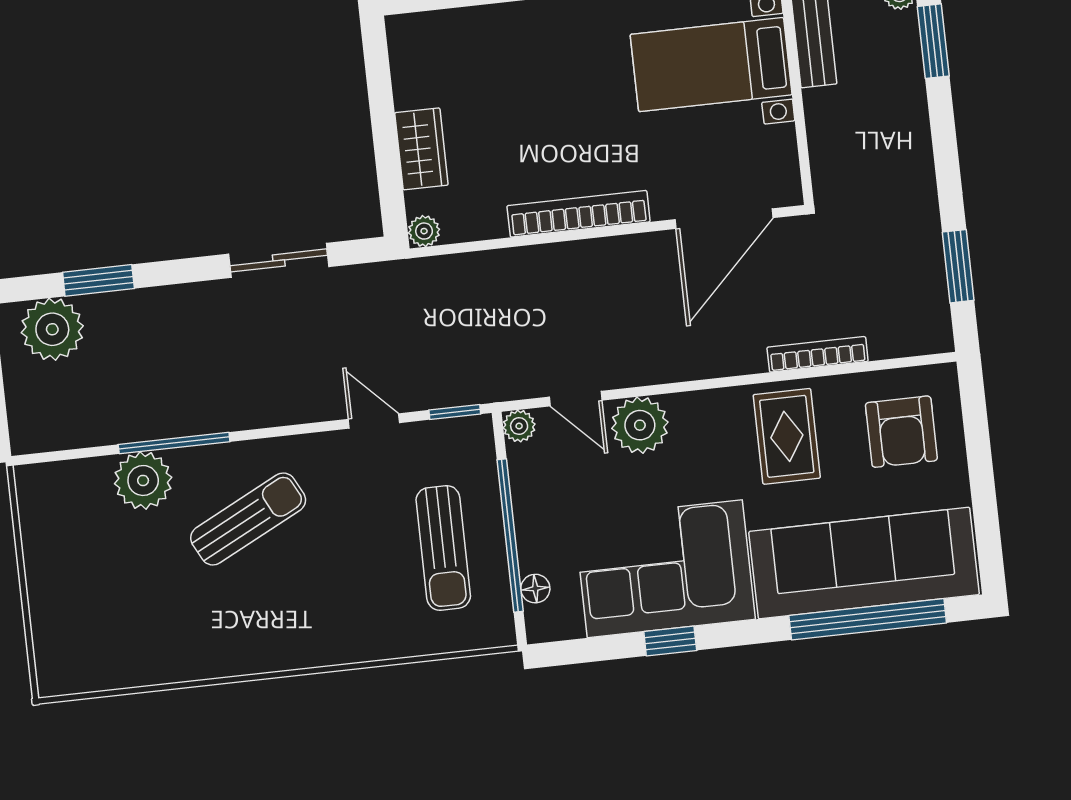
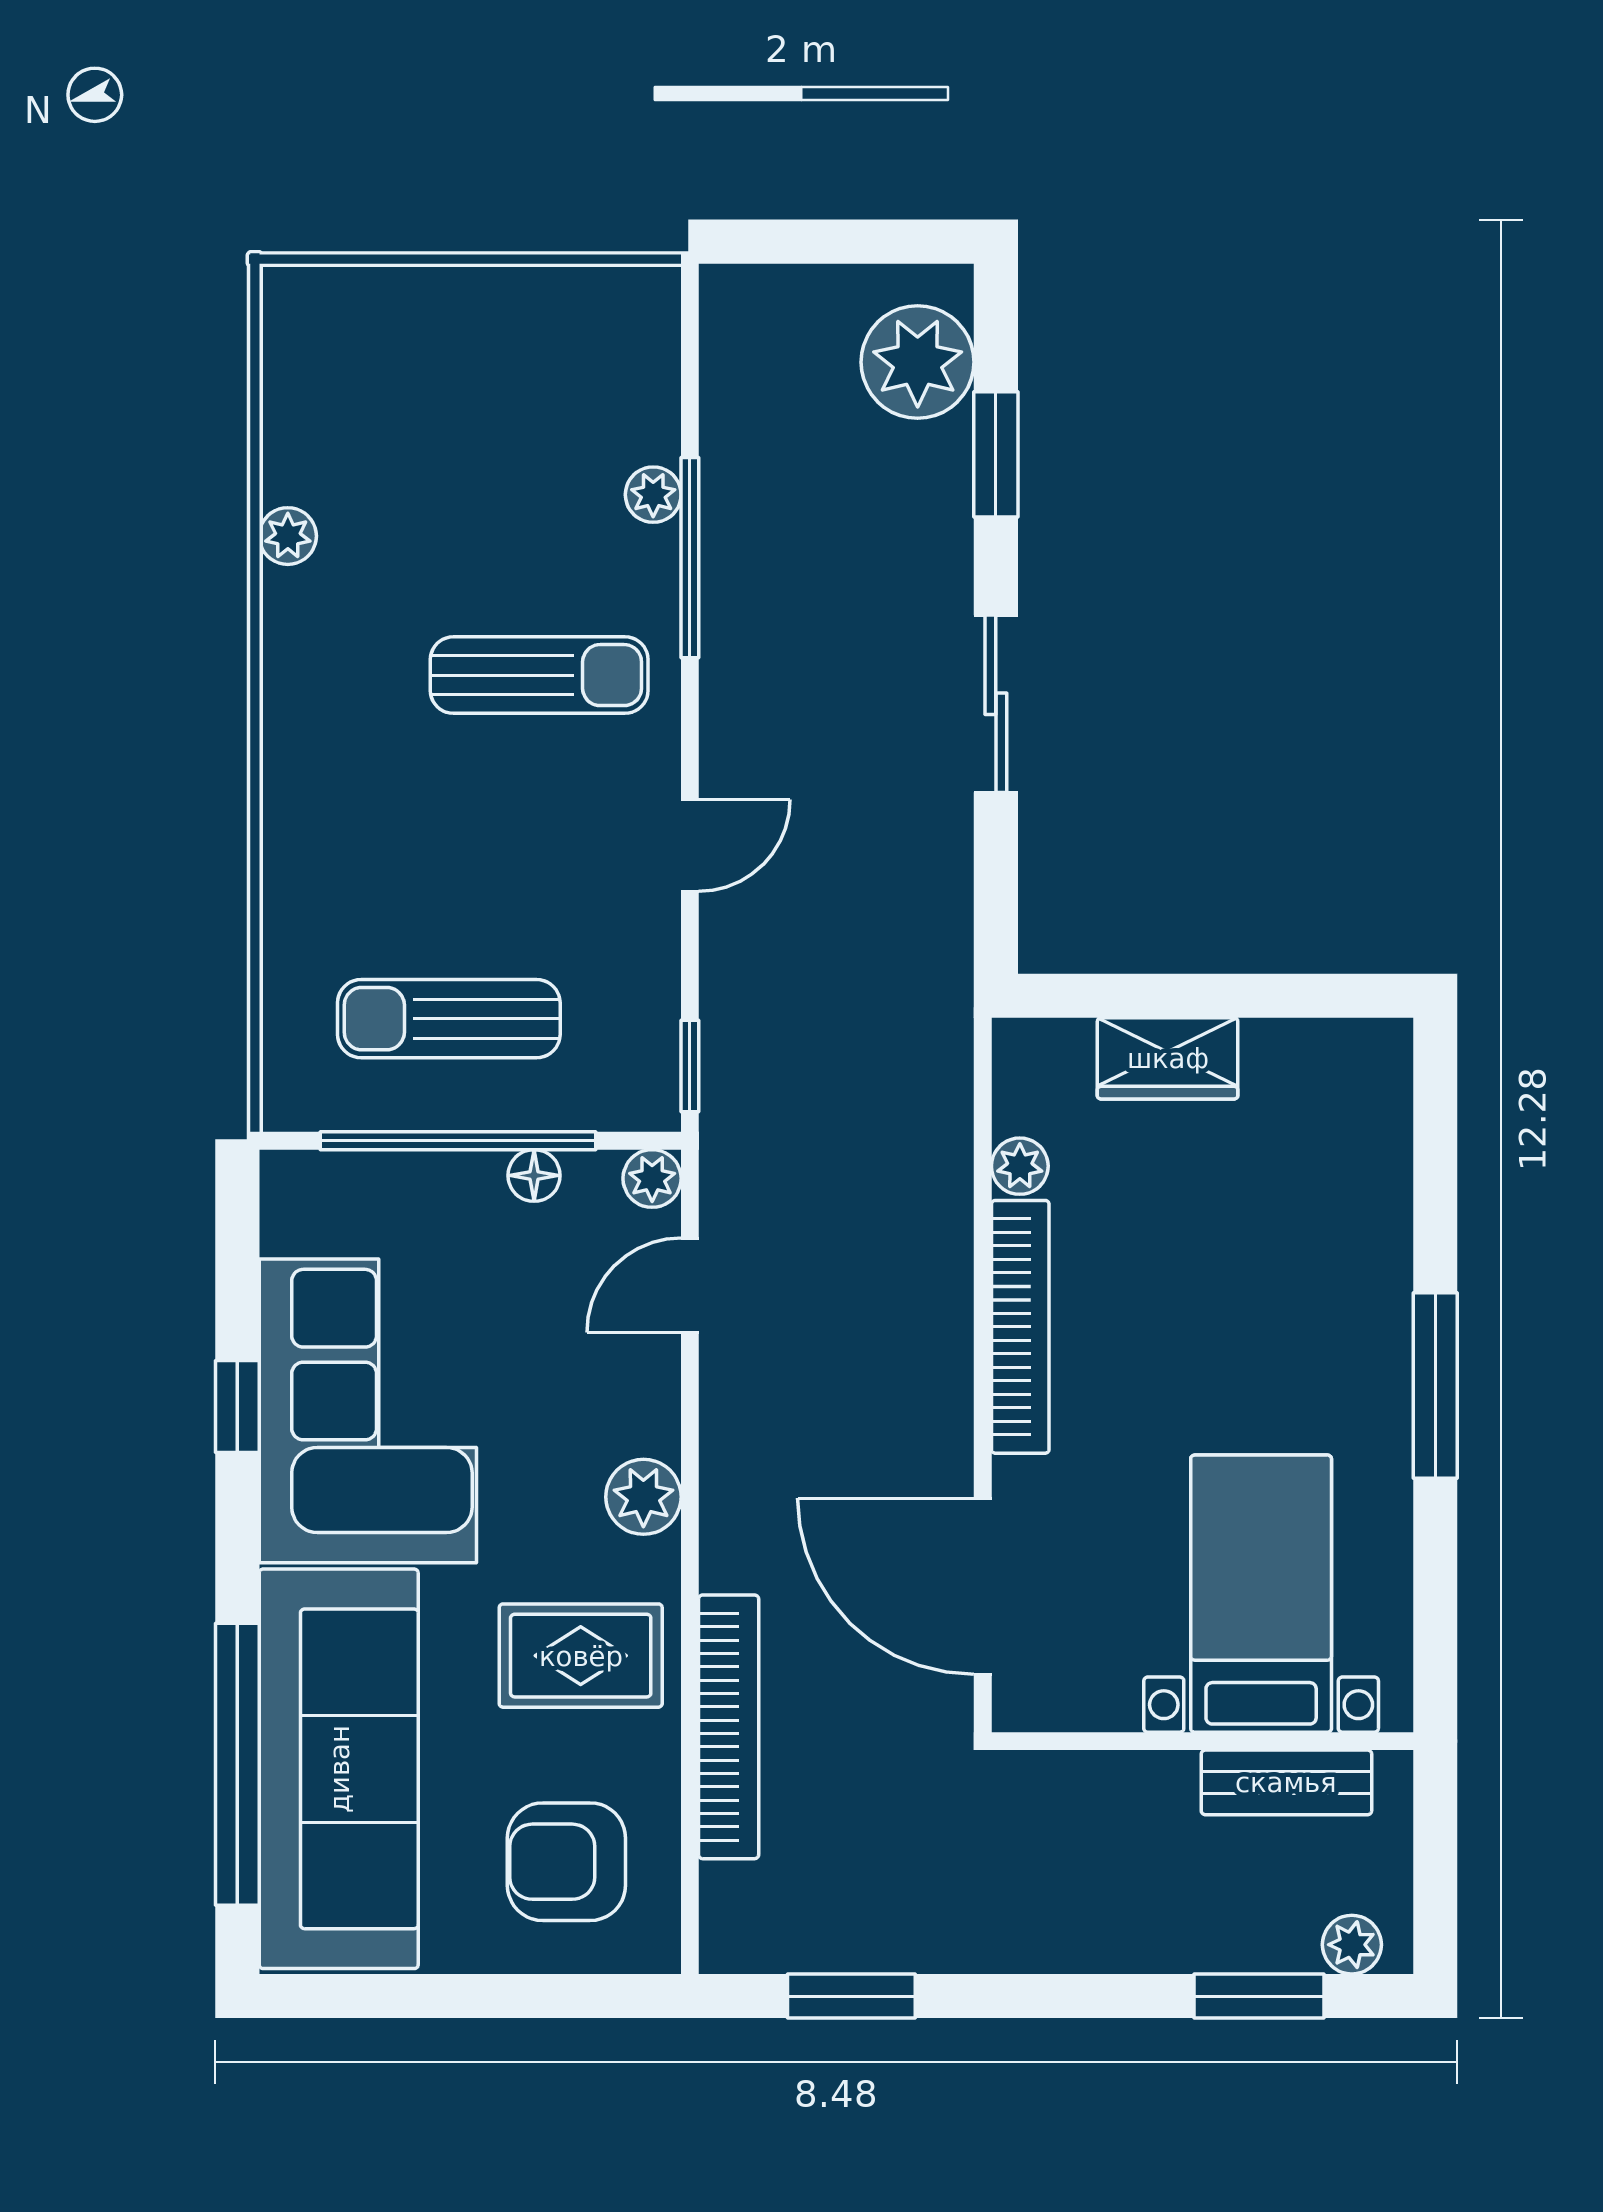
plant: (424, 231) -> (1020, 1166), moved
sliding door: (279, 260) -> (996, 704), moved
bookcase: (818, 354) -> (729, 1727), width x1.48, depth x1.31
door: (374, 421) -> (690, 845), moved
plant: (640, 425) -> (643, 1497), moved, width x0.73, depth x0.73
plant: (143, 480) -> (653, 495), width x0.53, depth x0.53
sun lounger: (248, 519) -> (539, 675), turned -63
floor lamp: (535, 589) -> (534, 1175), moved
plant: (187, 666) -> (288, 536), added

